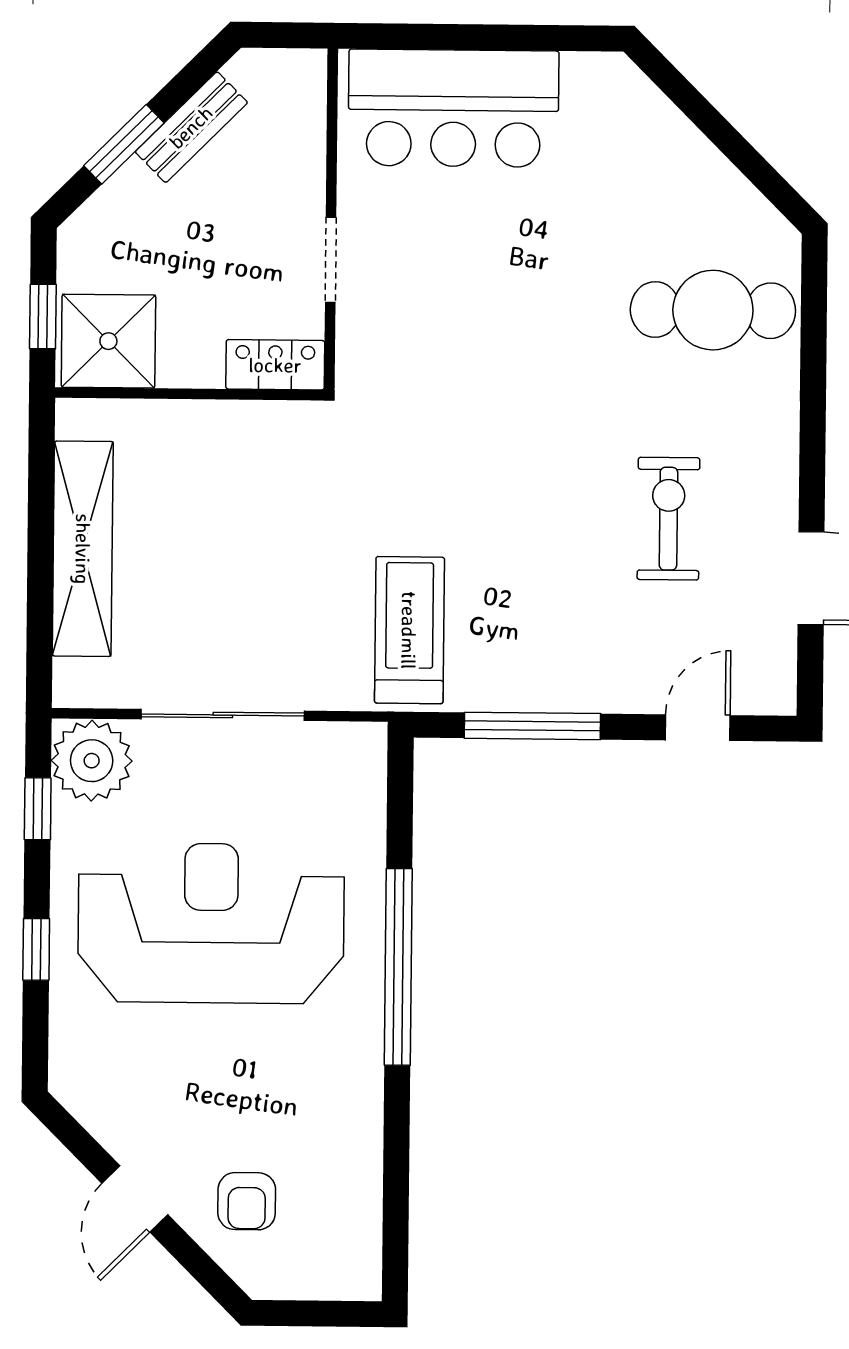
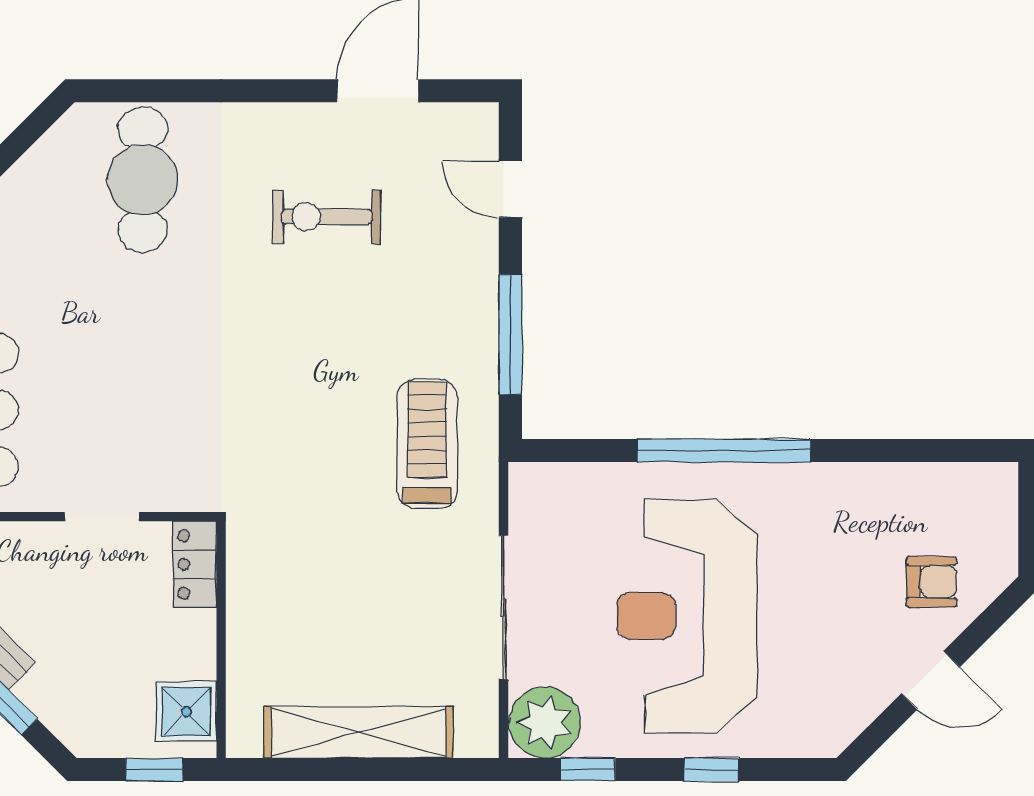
shower: (108, 341) -> (186, 712), width x0.73, depth x0.73
treadmill: (409, 630) -> (427, 444), turned 90

